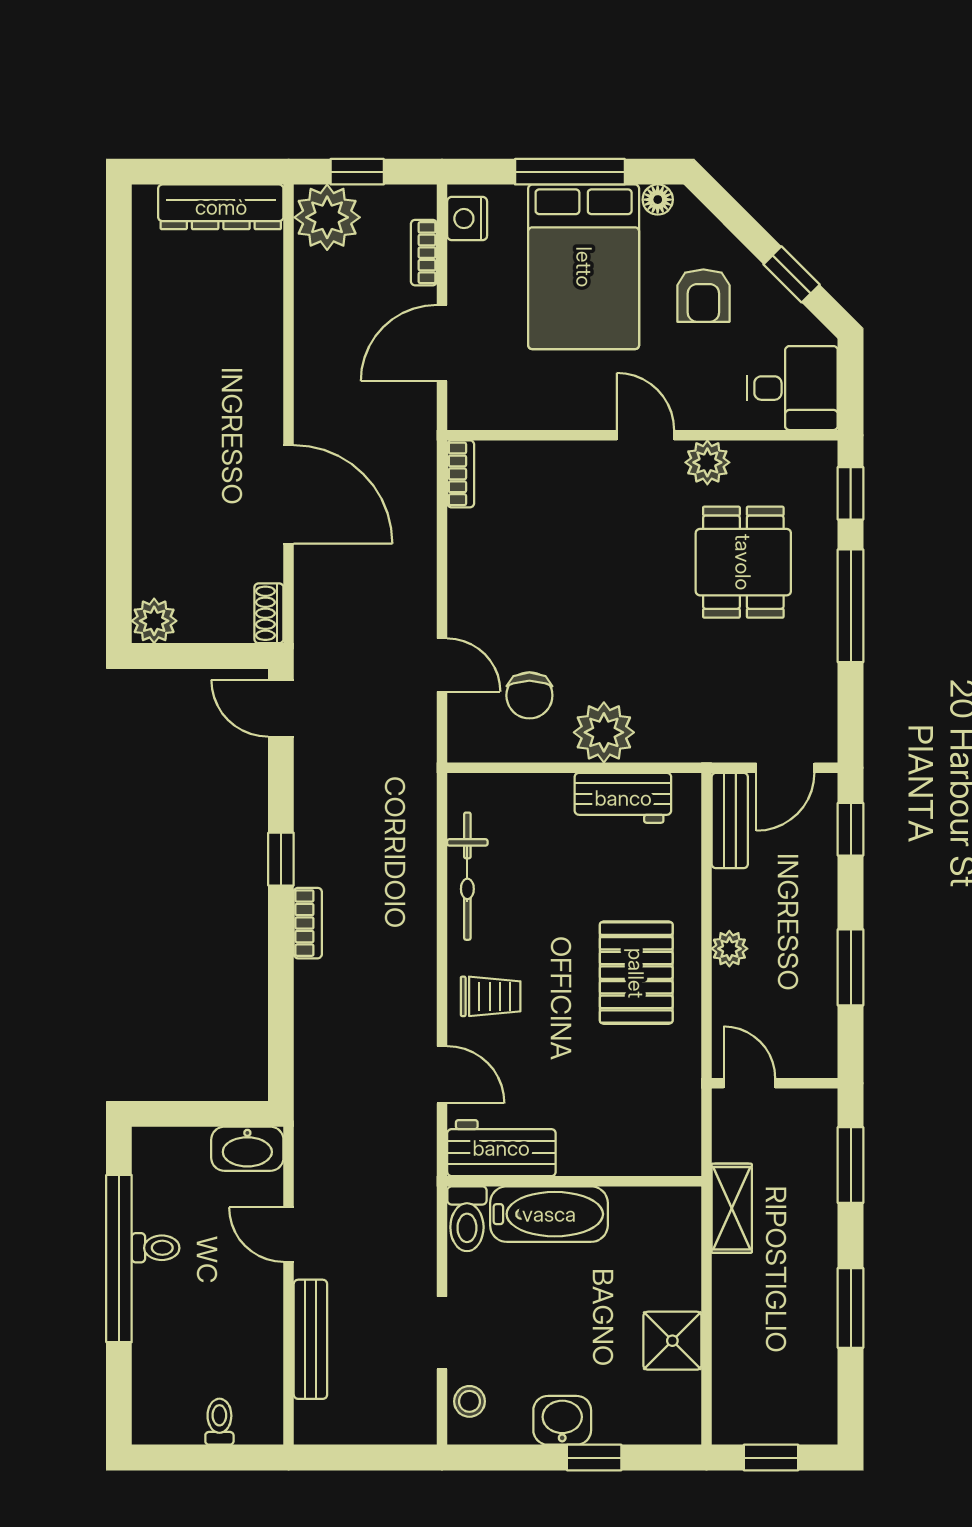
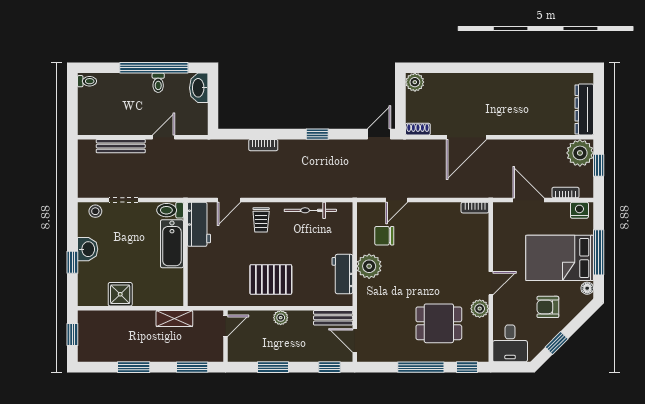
bookcase: (308, 923) -> (263, 145), moved
washbasin: (247, 1149) -> (199, 88), moved
toilet: (219, 1422) -> (87, 81), moved

